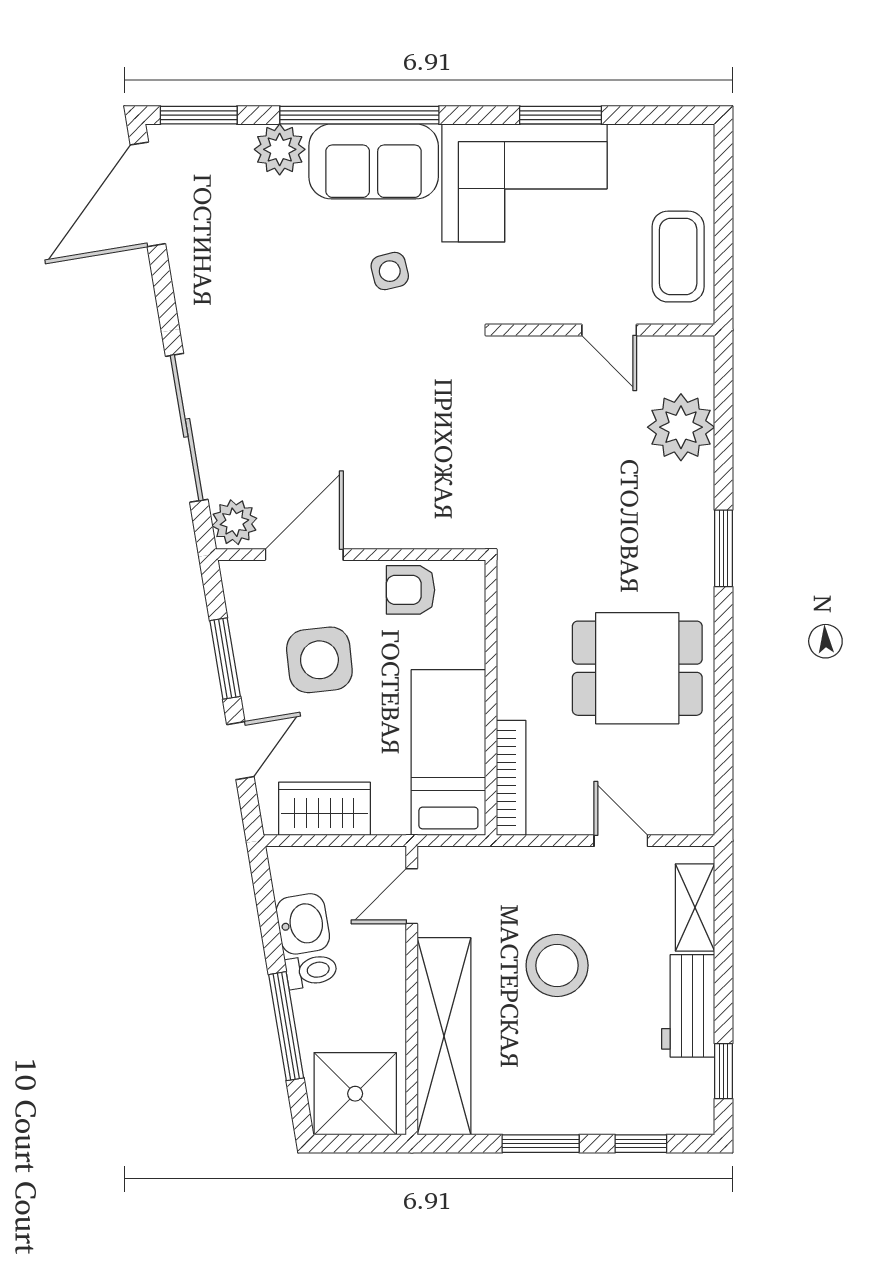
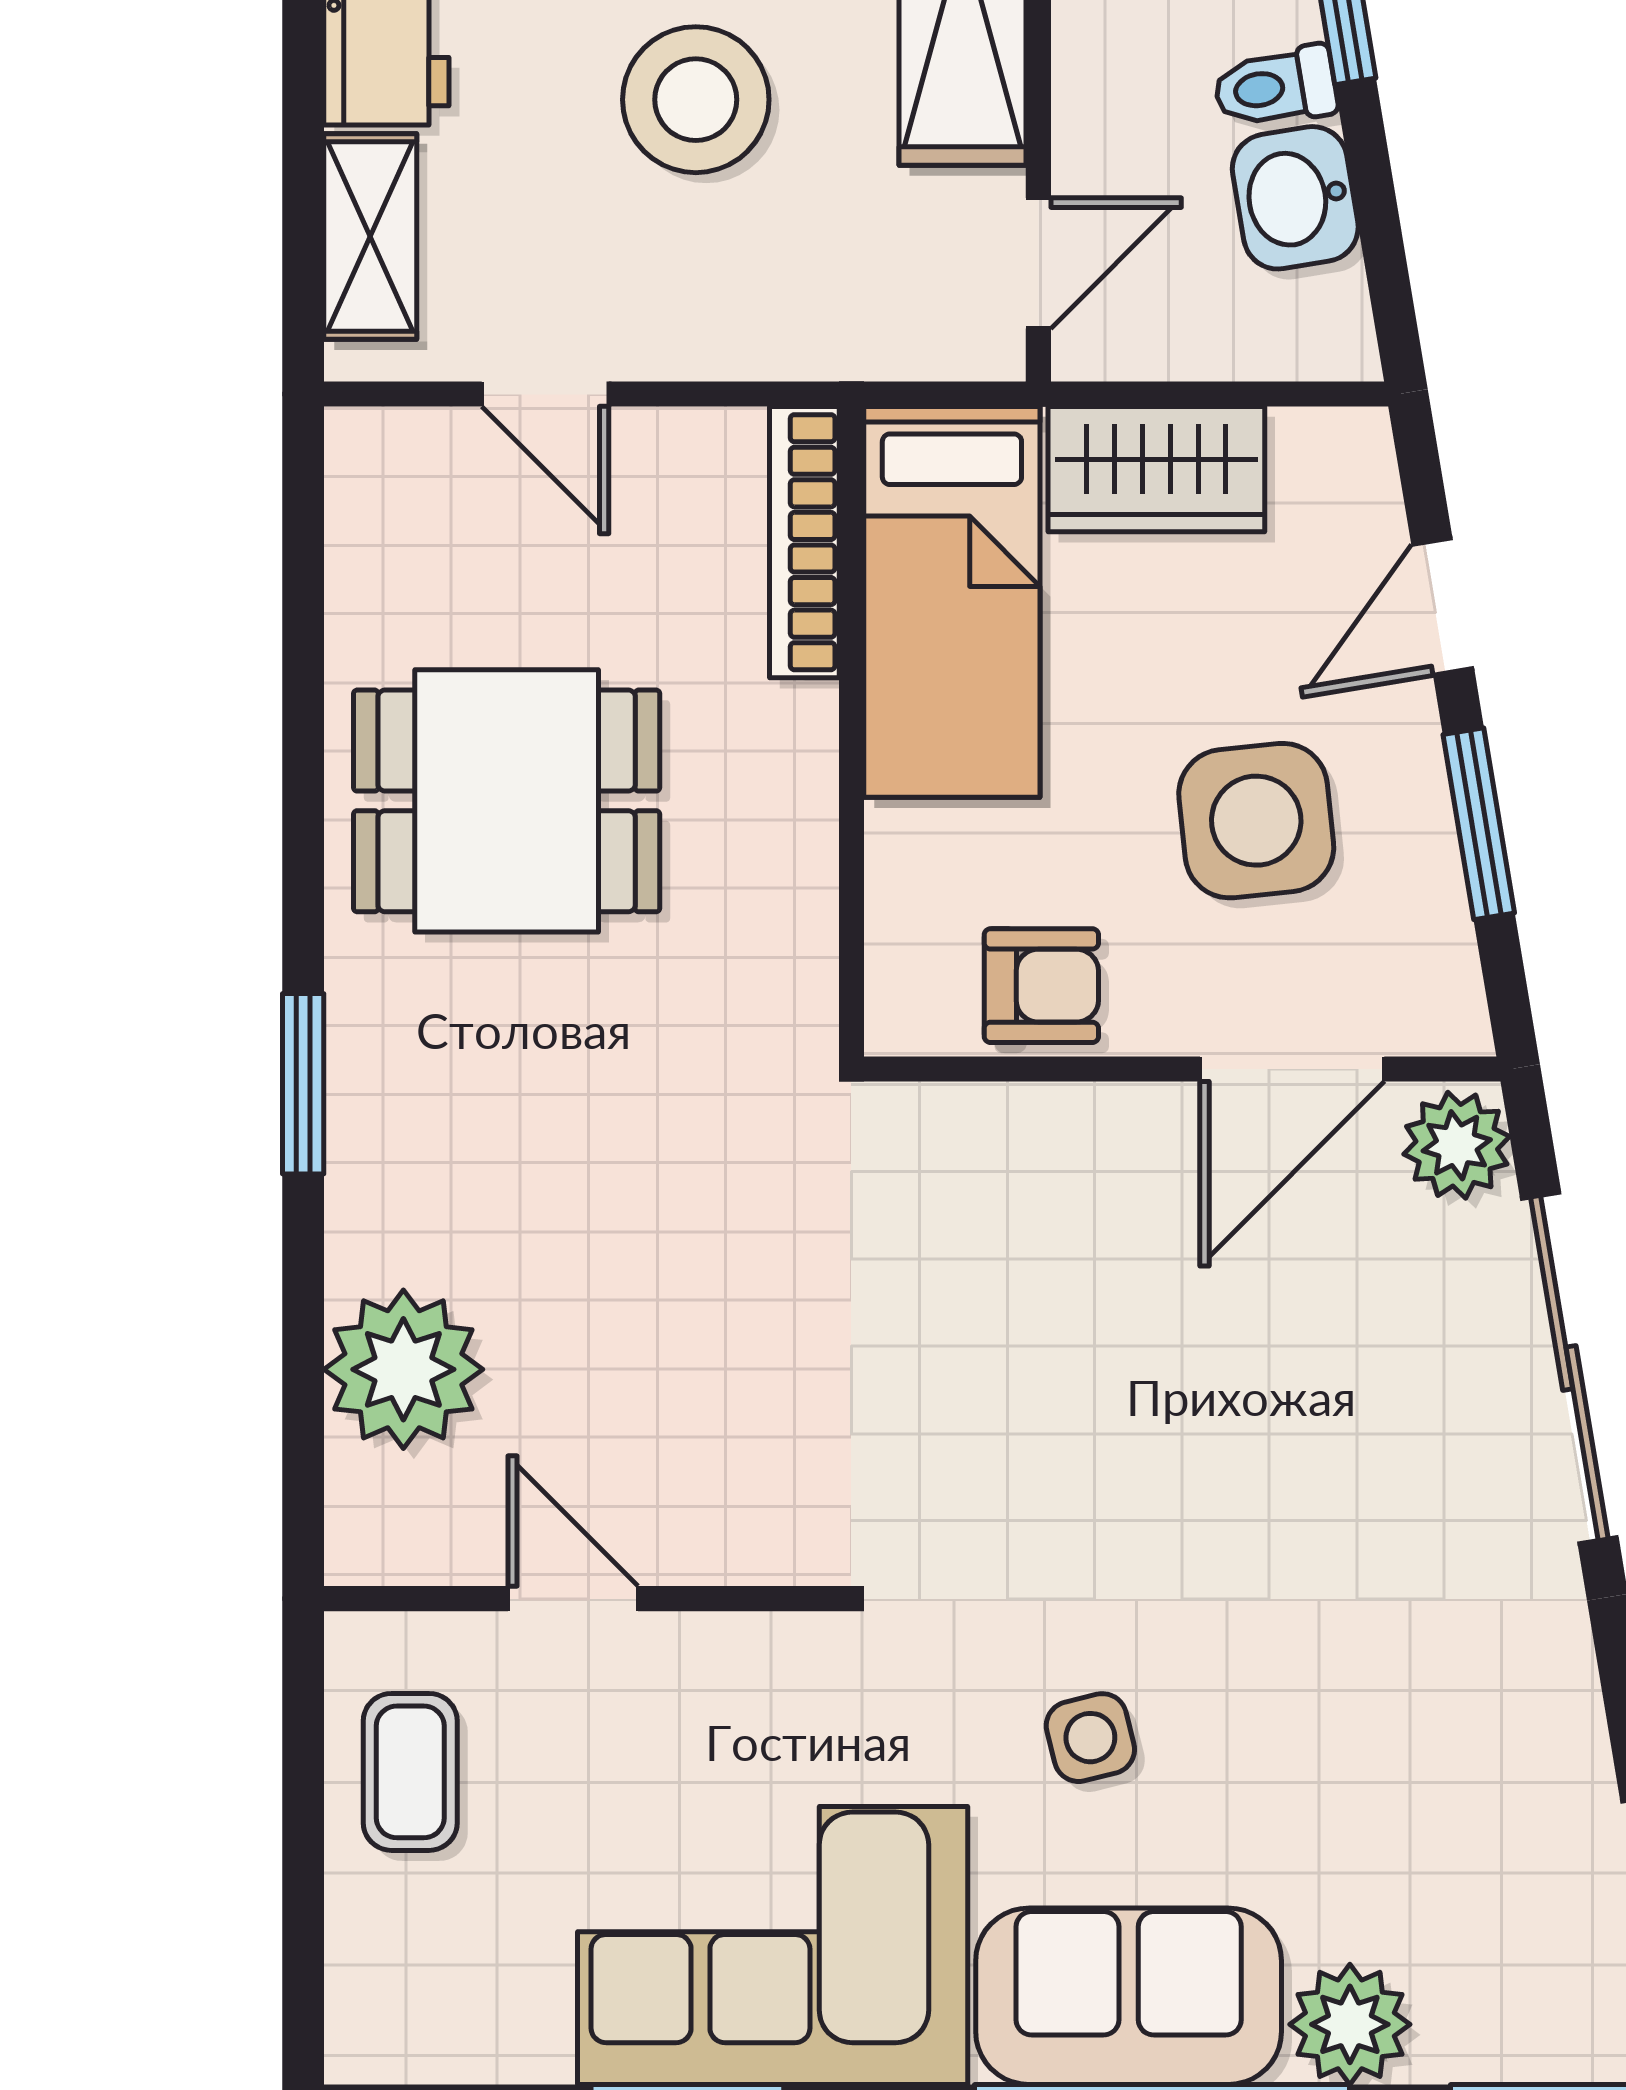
coffee table: (678, 257) -> (410, 1772), width x0.73, depth x0.77
wardrobe: (324, 809) -> (1156, 469), moved

